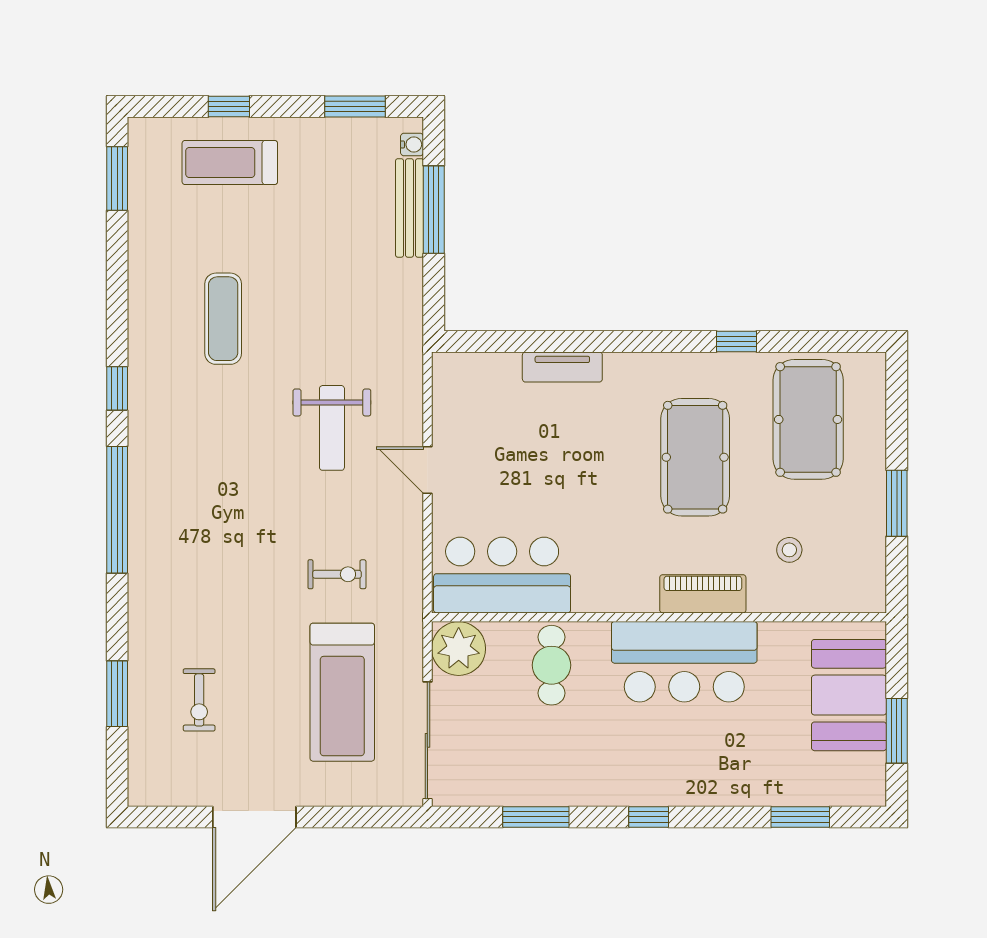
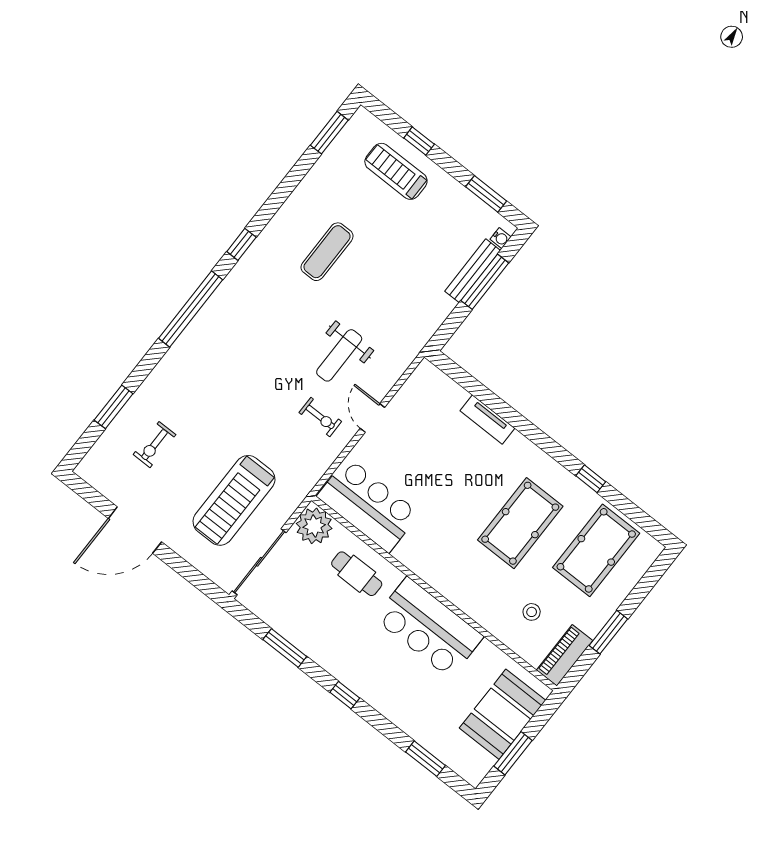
exercise bike: (337, 574) -> (320, 417), moved
piano: (703, 594) -> (565, 655), moved, turned -90
cafe table: (552, 665) -> (357, 574), turned 90

